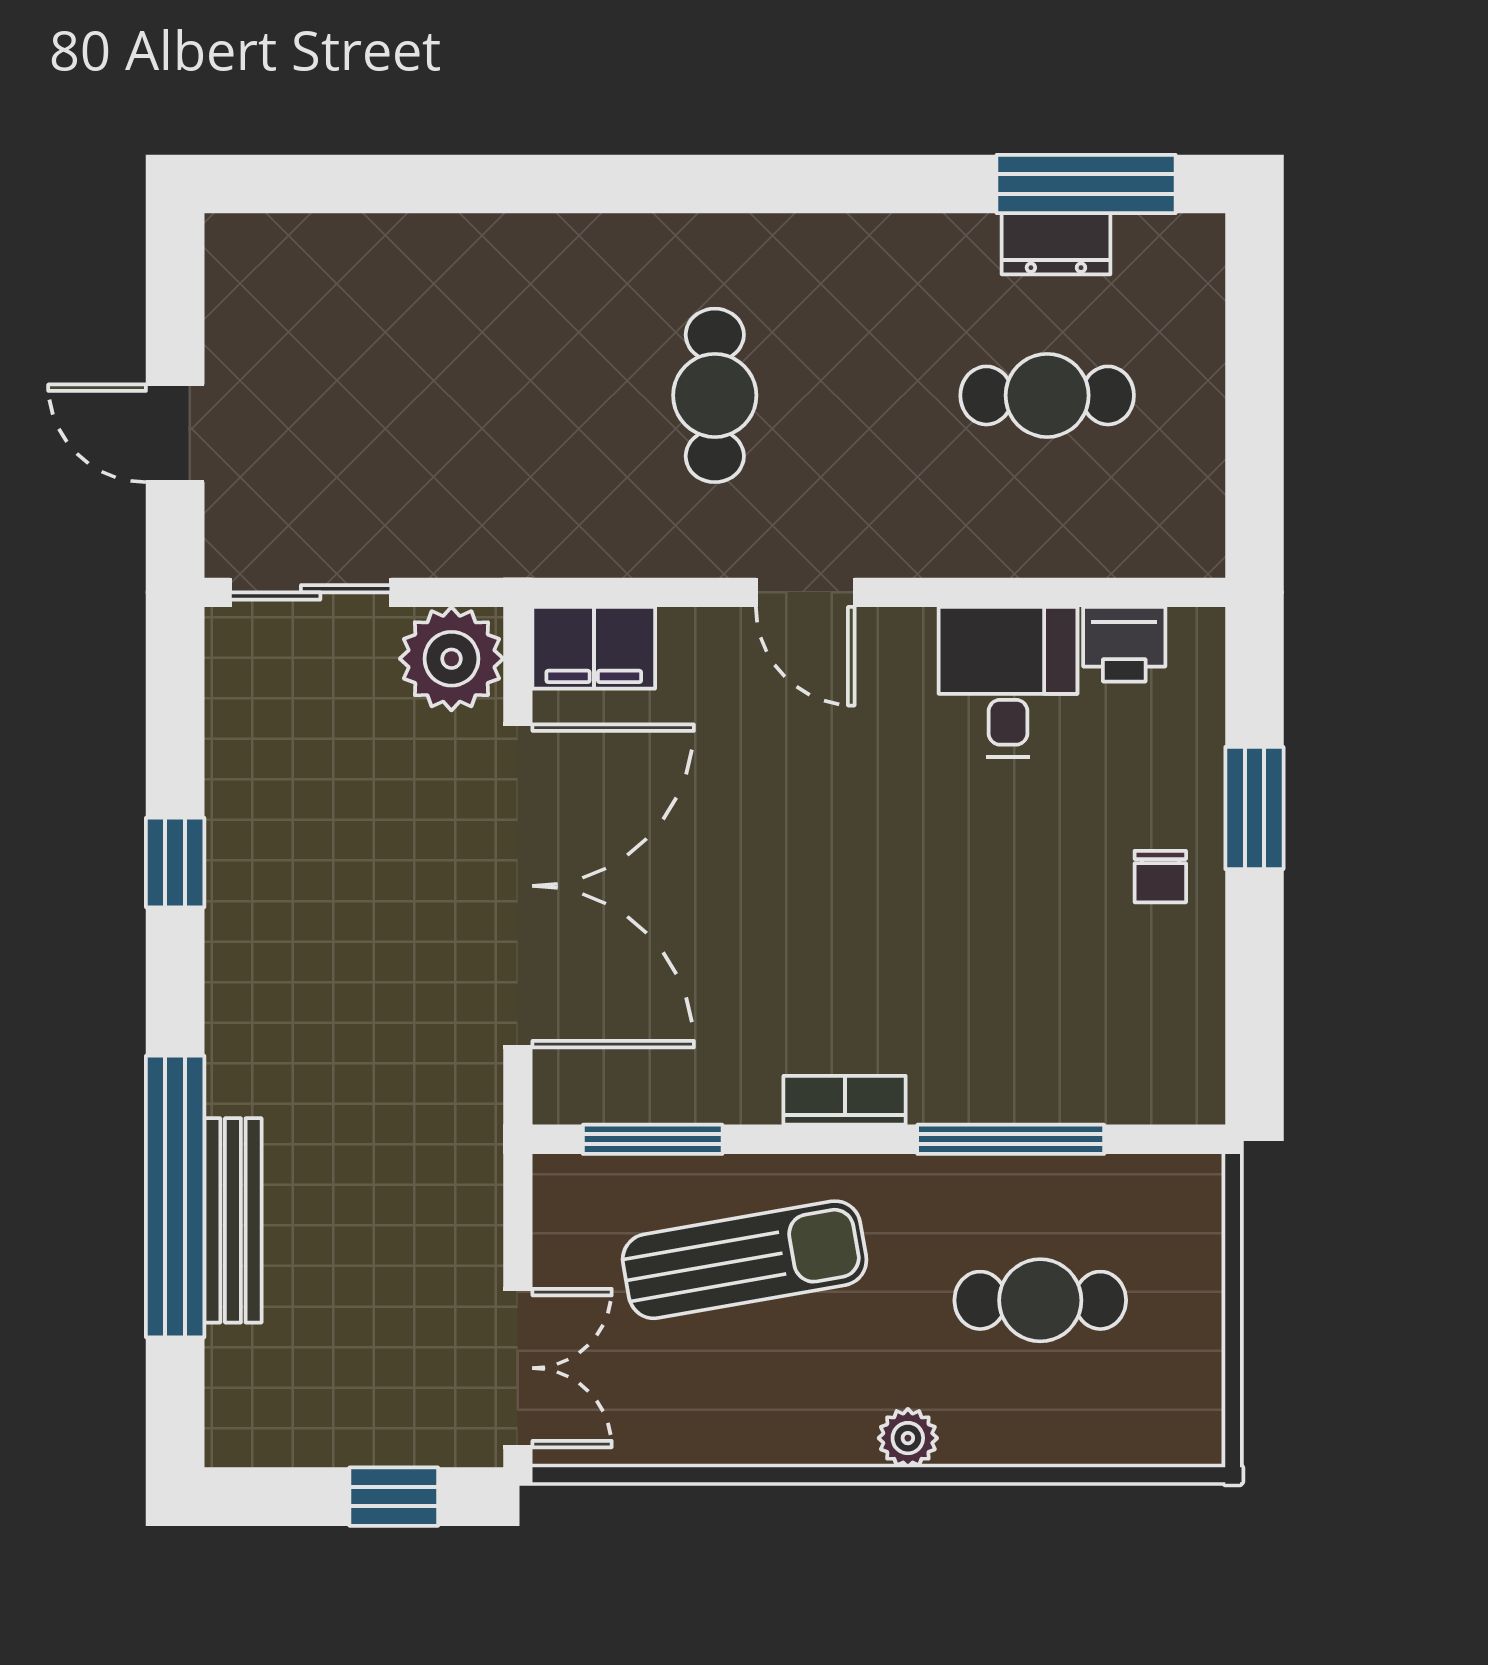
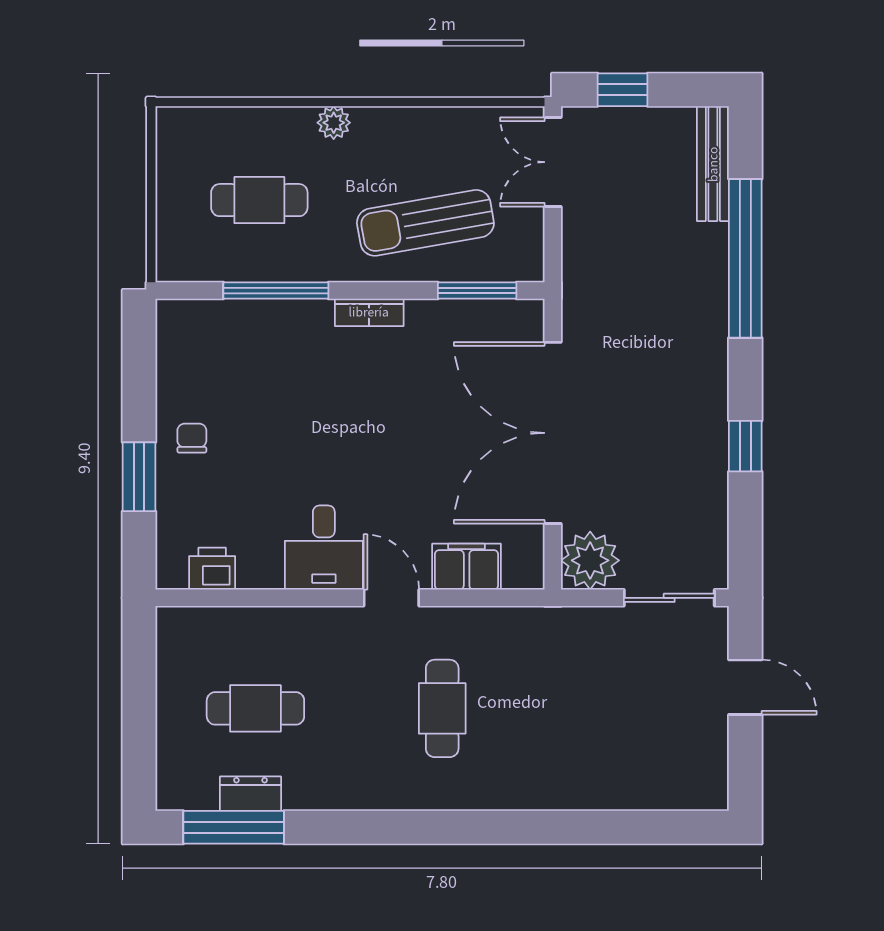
filing cabinet: (594, 648) -> (467, 567), moved
desk: (1008, 682) -> (324, 548), moved
bench: (233, 1220) -> (713, 164), moved

